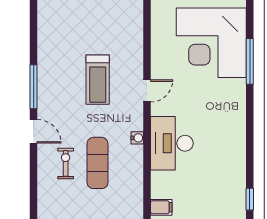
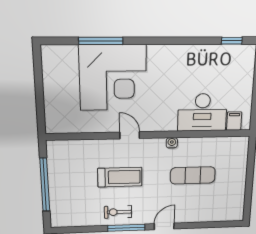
corner desk: (211, 43) -> (113, 78), moved
desk: (172, 143) -> (202, 112), moved
exercise bike: (66, 163) -> (118, 212), moved

